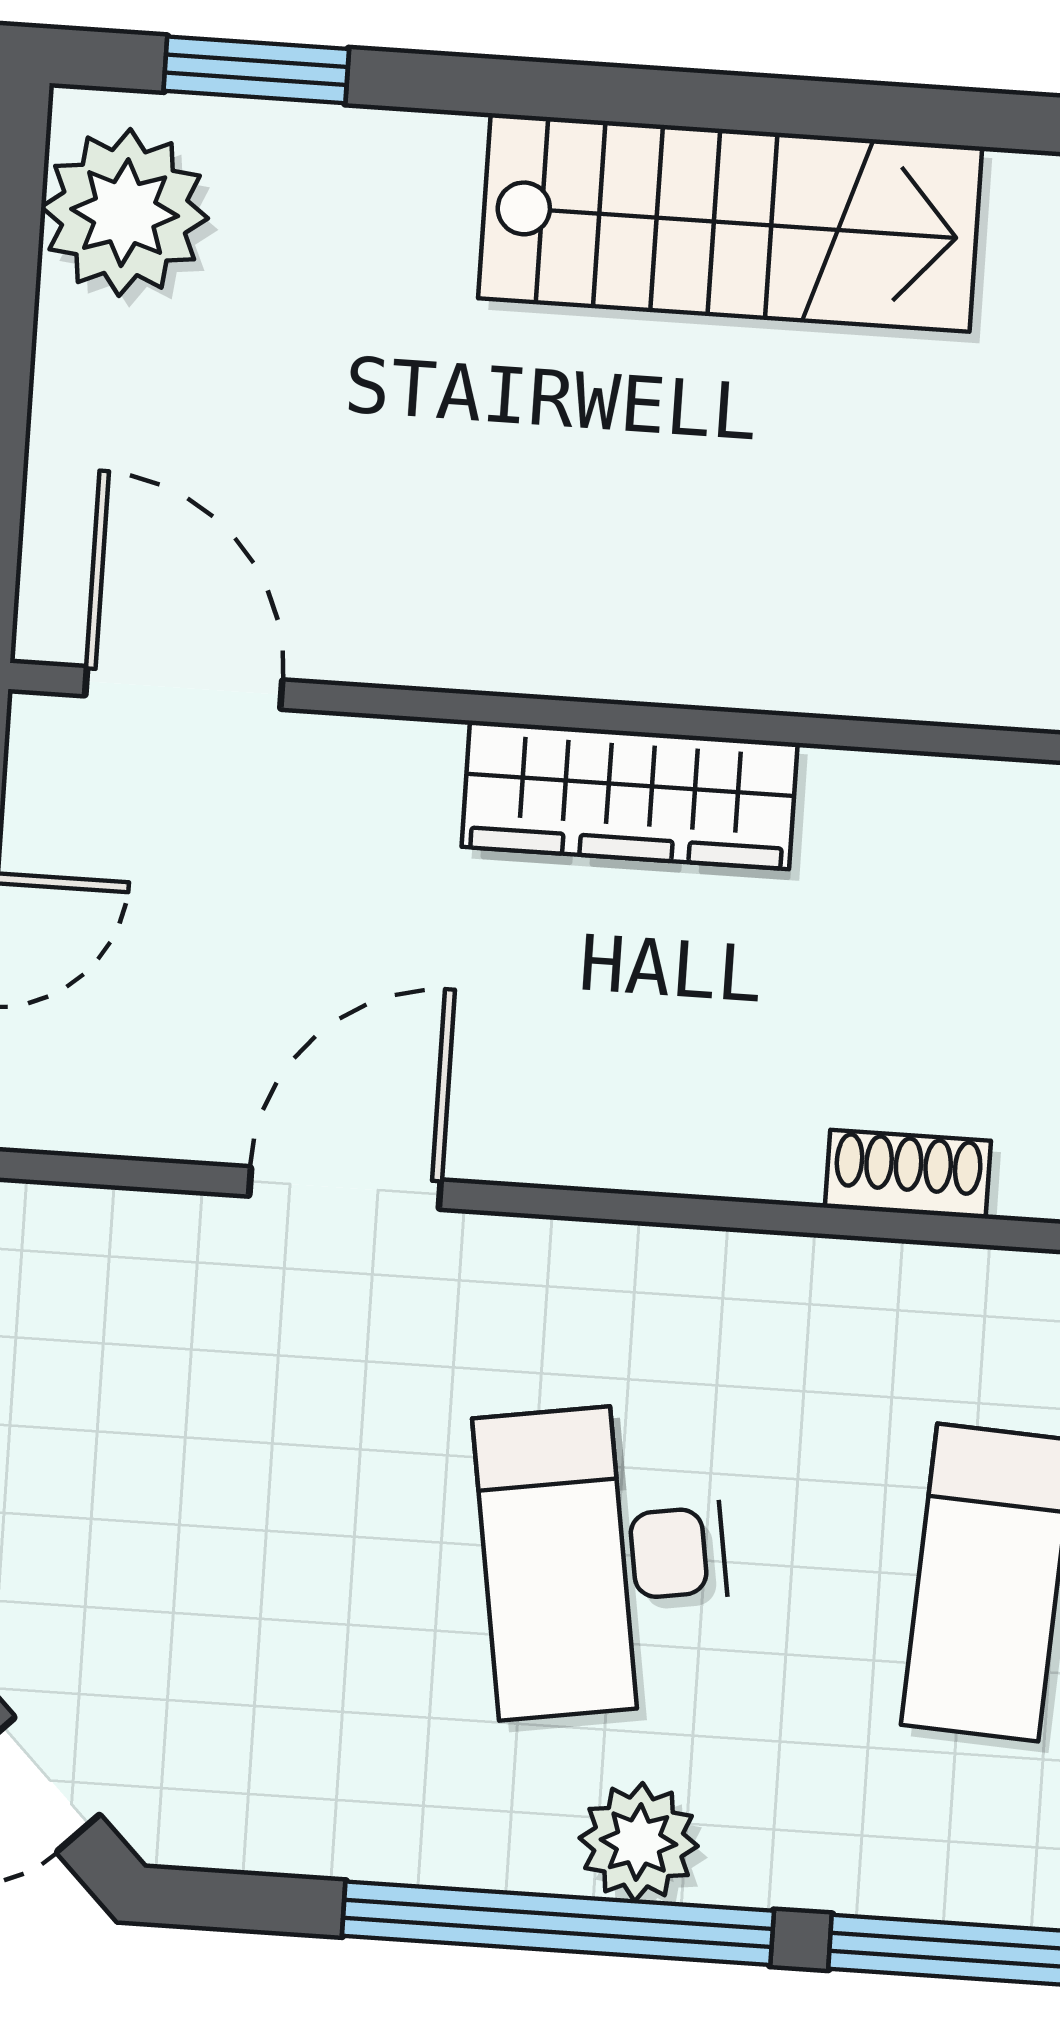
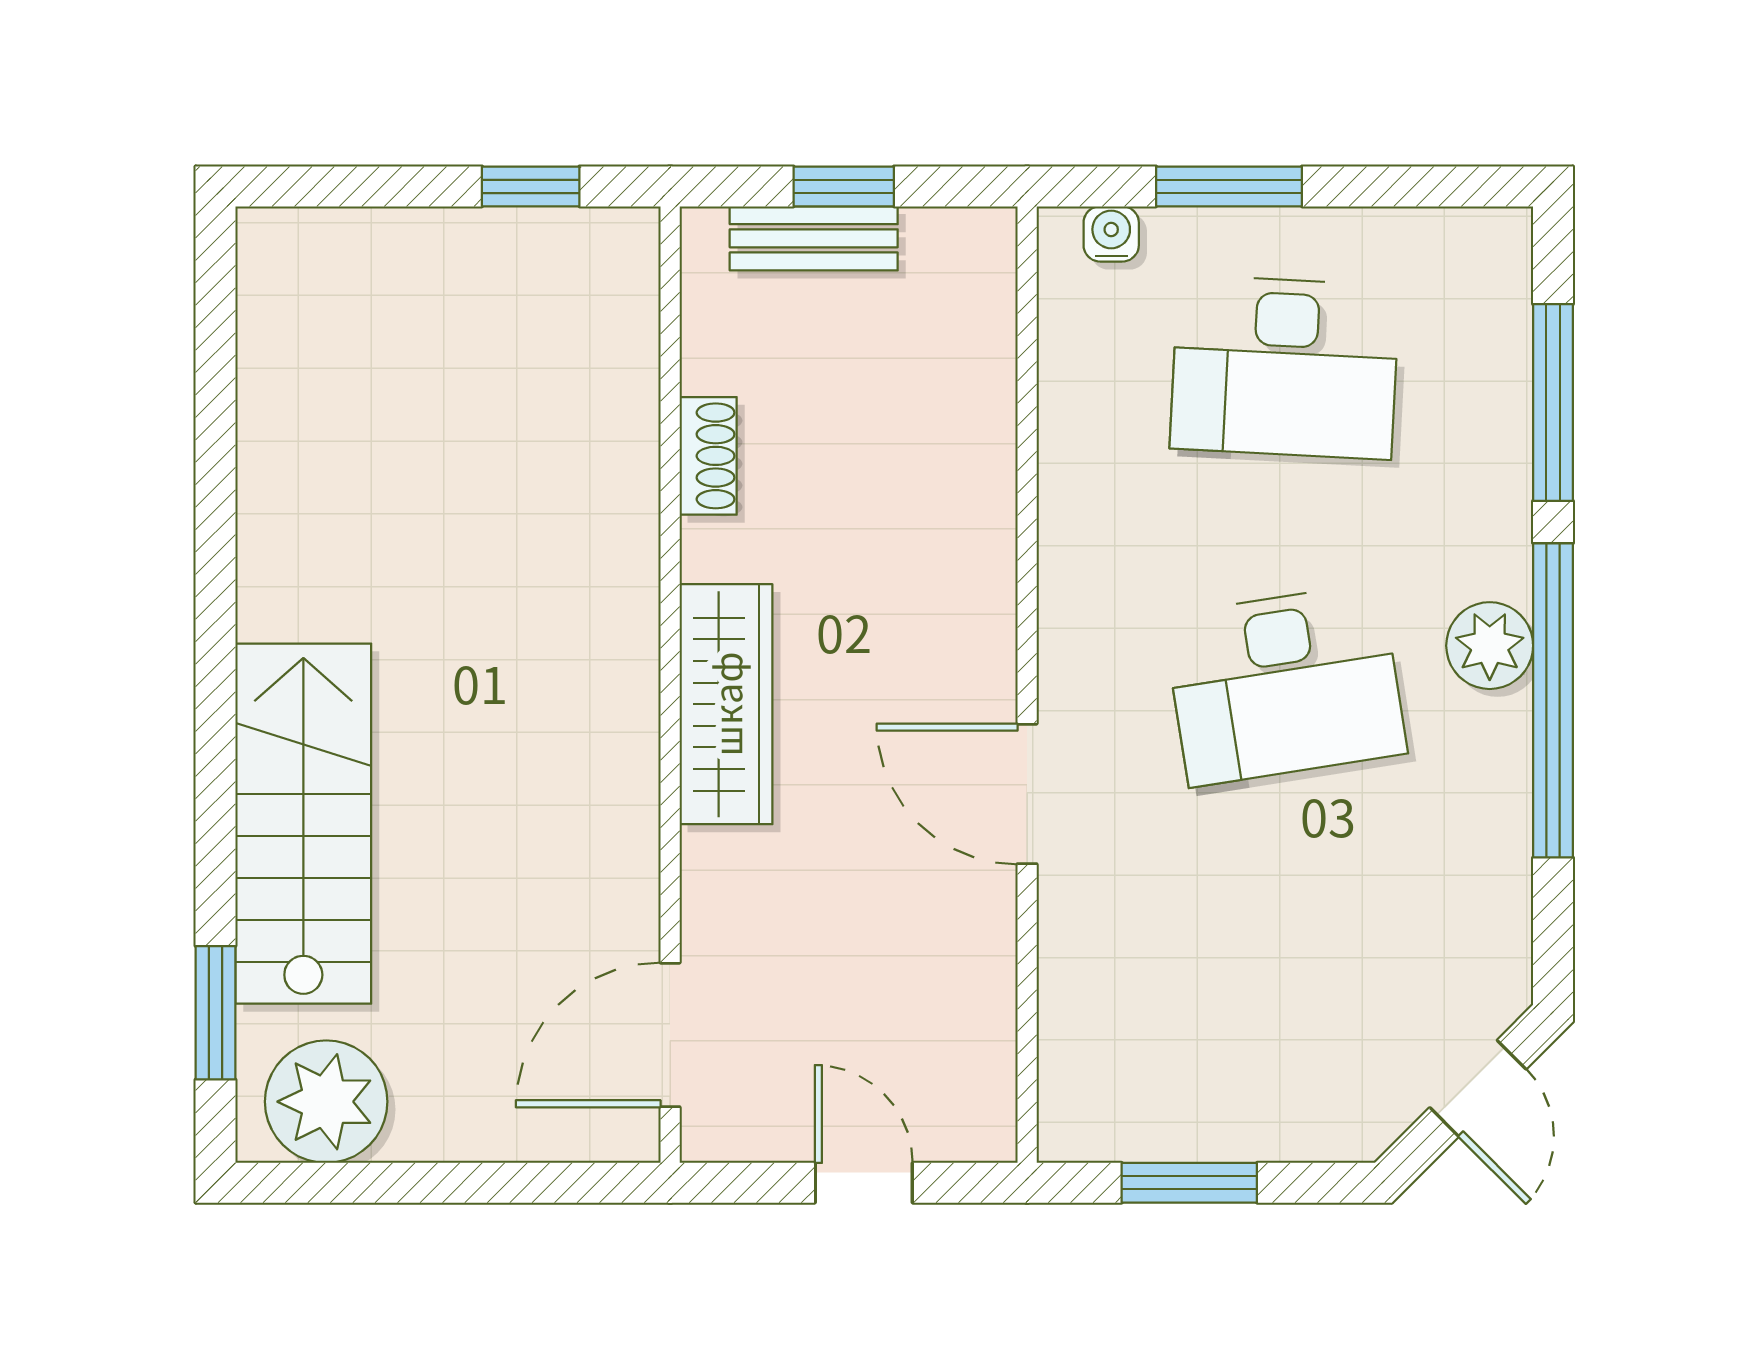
stairs: (730, 222) -> (303, 824), moved
shoe rack: (908, 1174) -> (708, 456), moved, turned 180
door: (345, 1188) -> (1027, 794), moved

